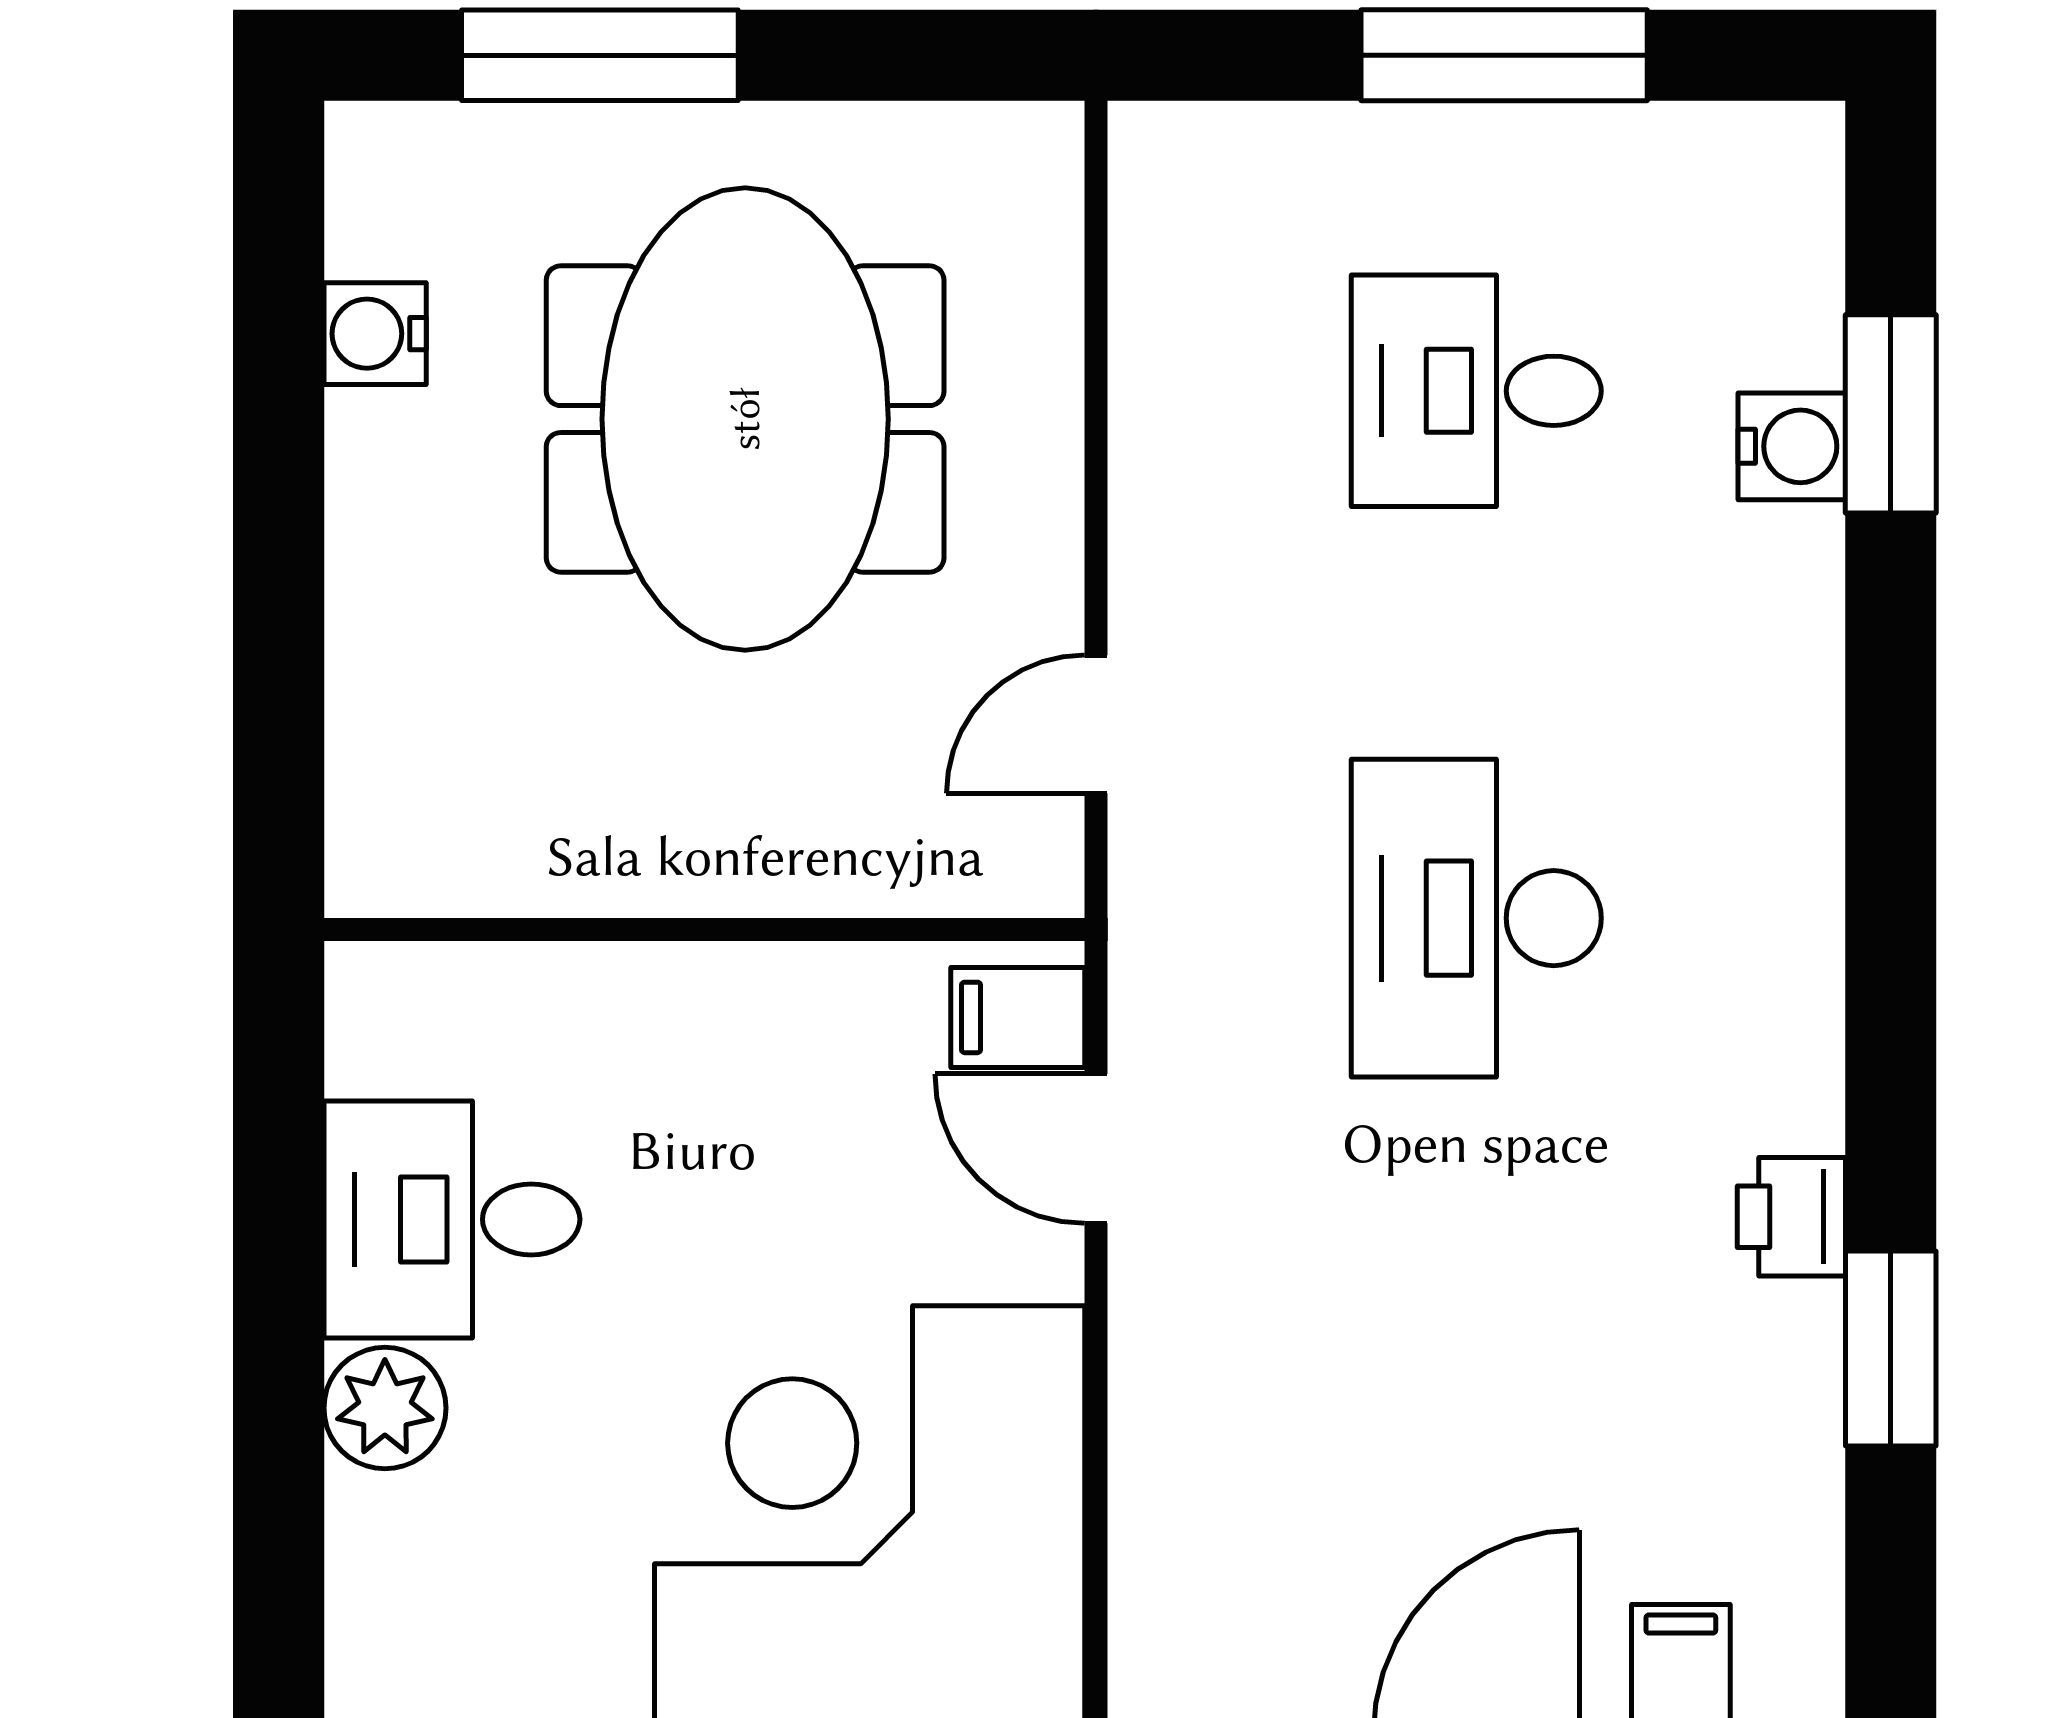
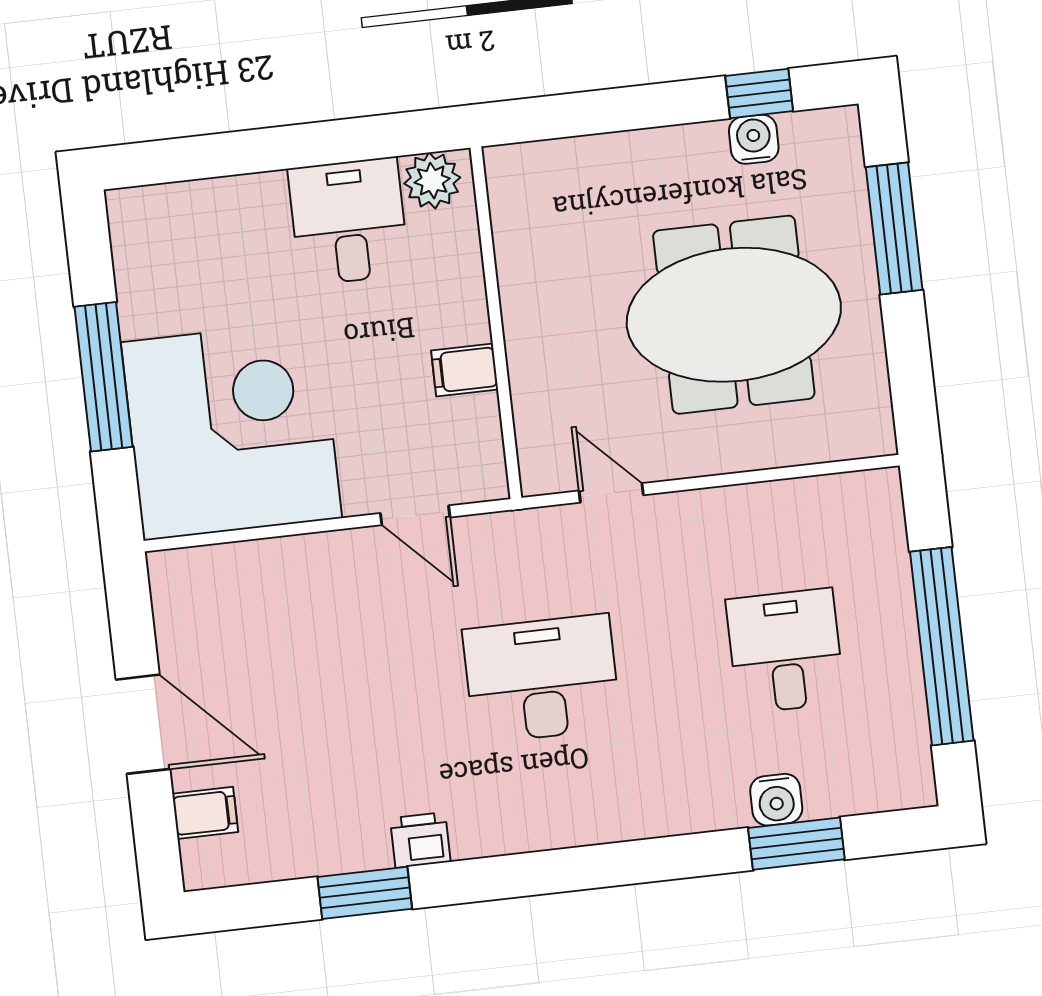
window: (1504, 55) -> (942, 646), width x1.46
window: (279, 311) -> (759, 93), added
filing cabinet: (1018, 1017) -> (465, 370), moved, turned -90
door: (1096, 1149) -> (415, 515), swing flipped
plant: (385, 1408) -> (432, 181), moved

